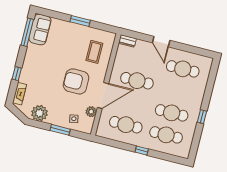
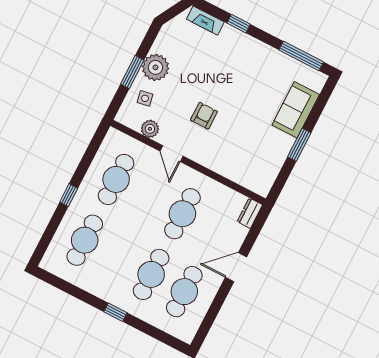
sofa: (40, 29) -> (296, 110), moved, turned 90
coffee table: (94, 52) -> (244, 156), removed
armchair: (76, 81) -> (204, 116), width x0.53, depth x0.53
door: (103, 95) -> (171, 154), width x0.53
plant: (40, 113) -> (155, 67), moved
cafe table: (172, 113) -> (151, 274), moved
window: (202, 117) -> (115, 312), moved

